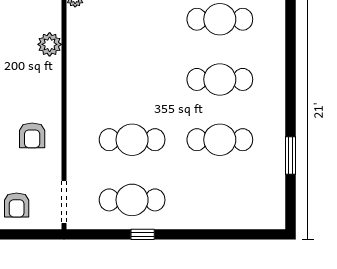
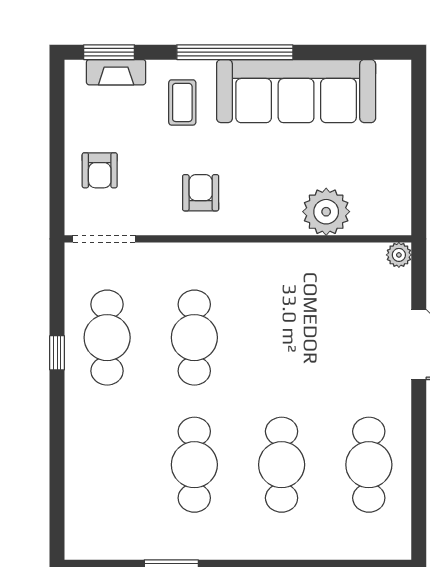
plant: (50, 44) -> (326, 212), width x1.36, depth x1.36
armchair: (32, 135) -> (201, 193), turned 90
armchair: (17, 205) -> (100, 170), turned -90

